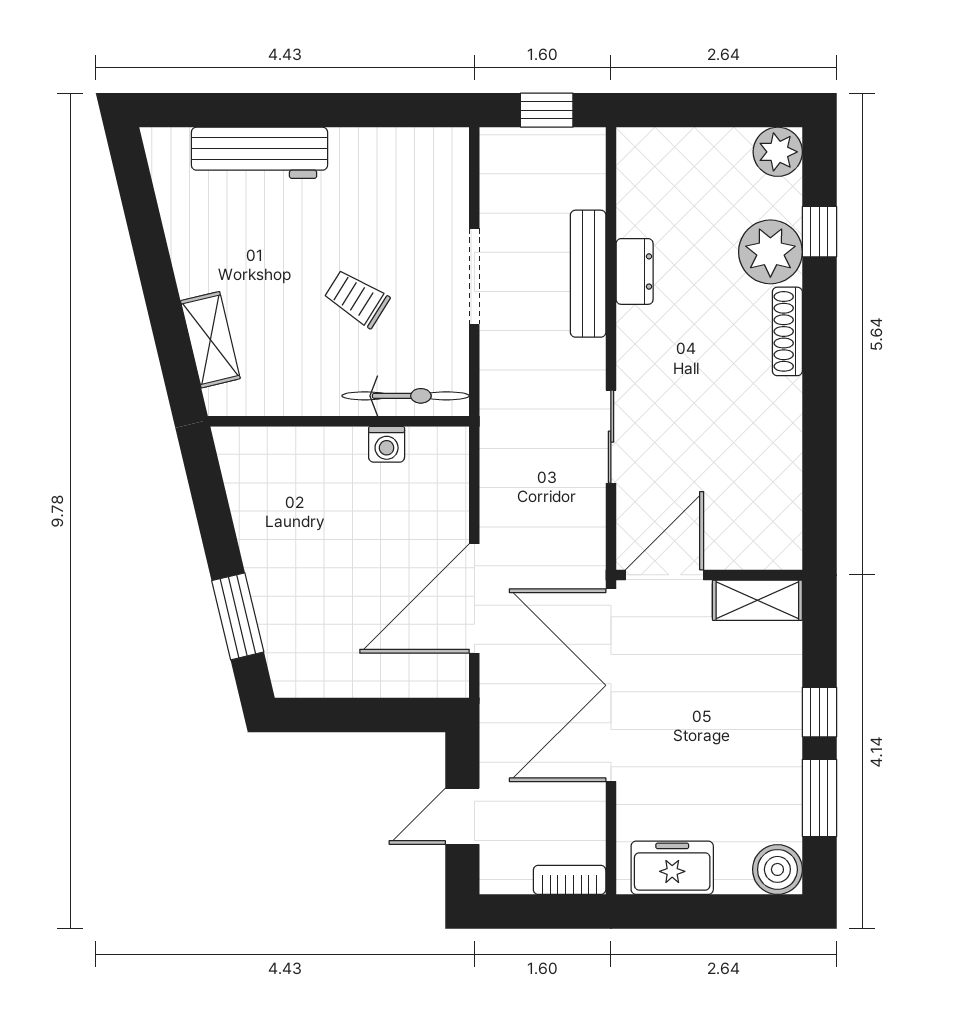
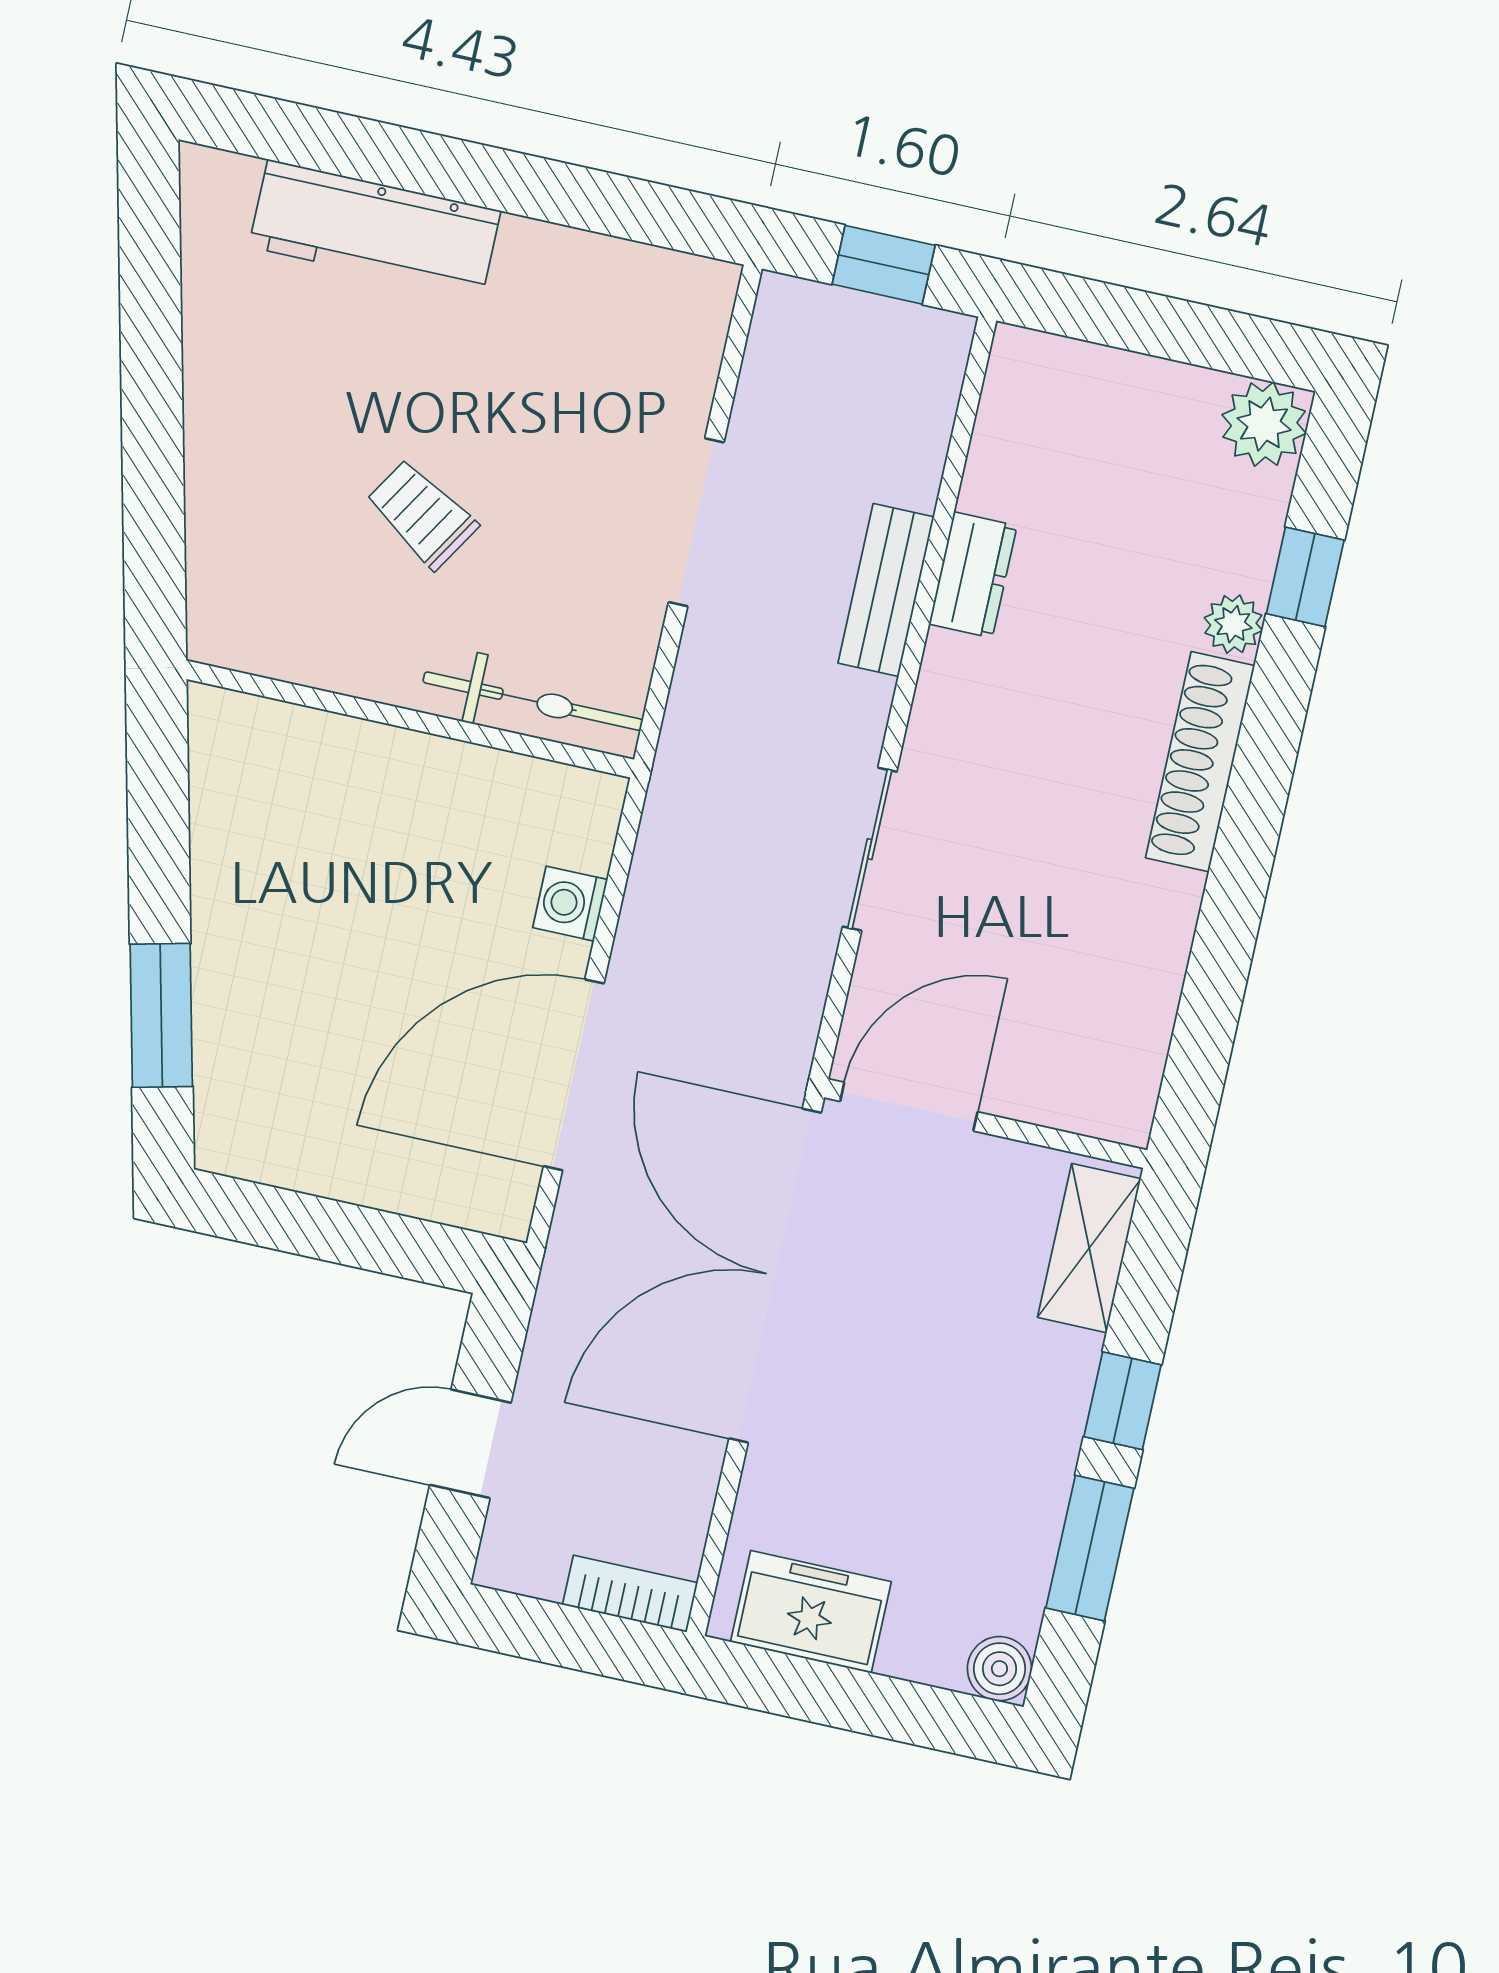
plant: (770, 252) -> (1233, 624), width x0.53, depth x0.53
bench: (588, 274) -> (886, 590), width x0.73
trolley: (357, 298) -> (422, 514), moved
shoe rack: (787, 331) -> (1200, 762), width x1.36, depth x1.24
shelving: (210, 340) -> (219, 531), removed
washing machine: (387, 444) -> (570, 904), moved, turned 90
shelving: (757, 600) -> (1089, 1248), moved, turned 90
boiler: (777, 869) -> (1000, 1669), width x0.73, depth x0.73

